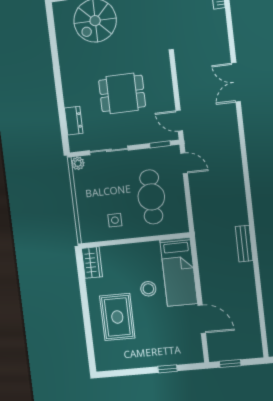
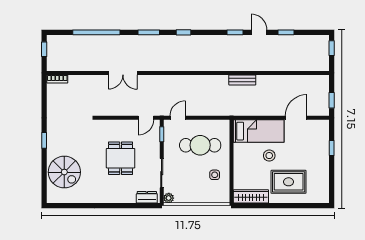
dresser: (74, 121) -> (147, 197), moved
wardrobe: (92, 263) -> (251, 196), width x1.50

